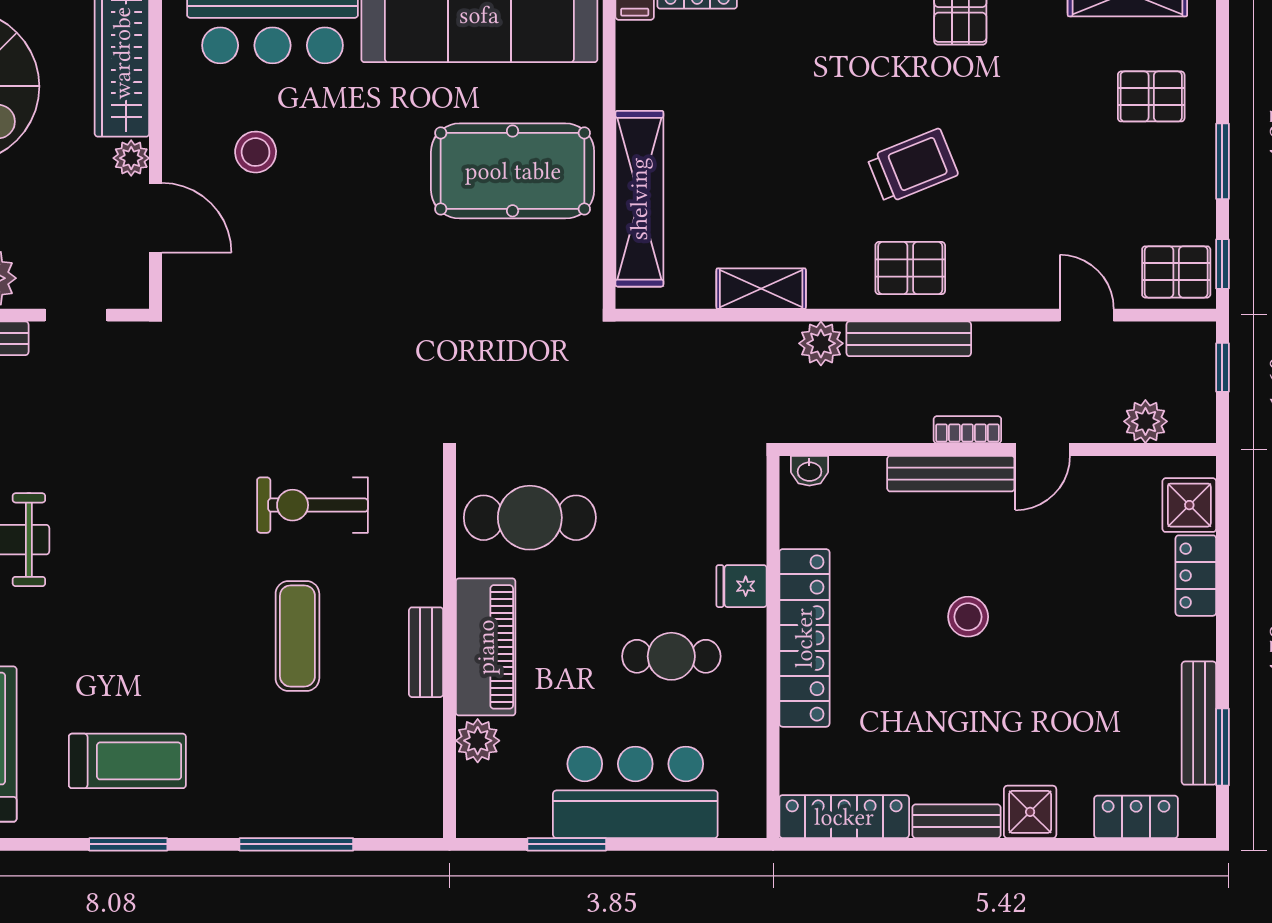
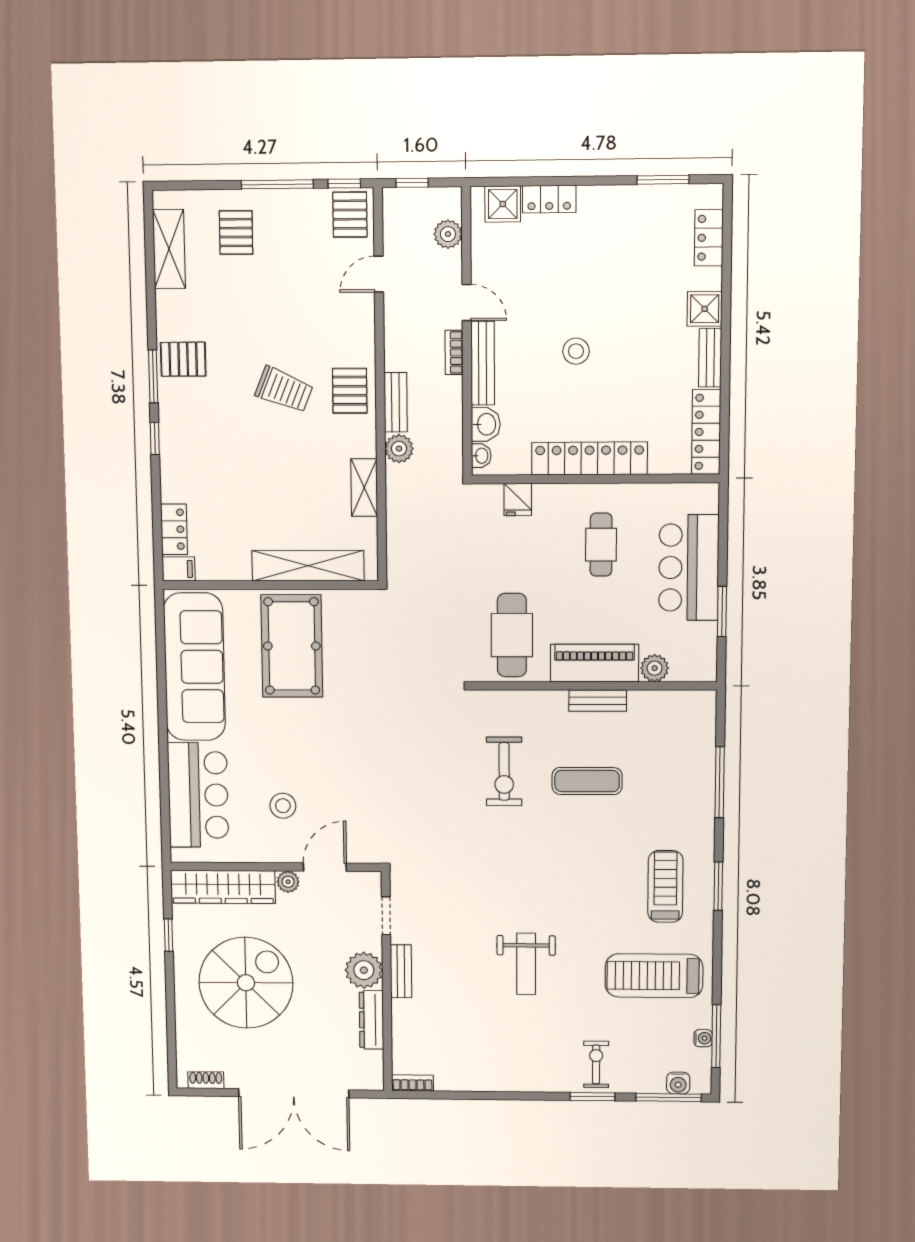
window: (1222, 161) -> (277, 184), width x1.44
trolley: (913, 166) -> (284, 390), turned 134
bench: (909, 339) -> (396, 402), width x0.73
washbasin: (858, 478) -> (486, 424), added
fridge: (742, 586) -> (518, 500), moved
bench: (1199, 723) -> (647, 196), removed

